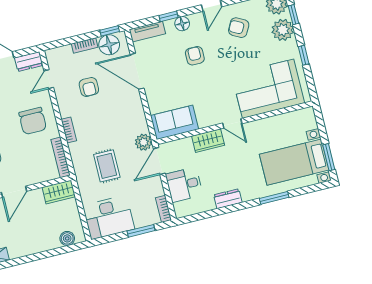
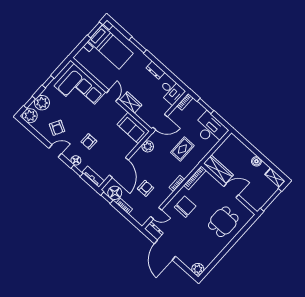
plant: (144, 142) -> (148, 146), moved
desk: (184, 185) -> (171, 91), moved
wardrobe: (59, 192) -> (218, 169), width x1.50
boiler: (67, 238) -> (256, 161), moved

